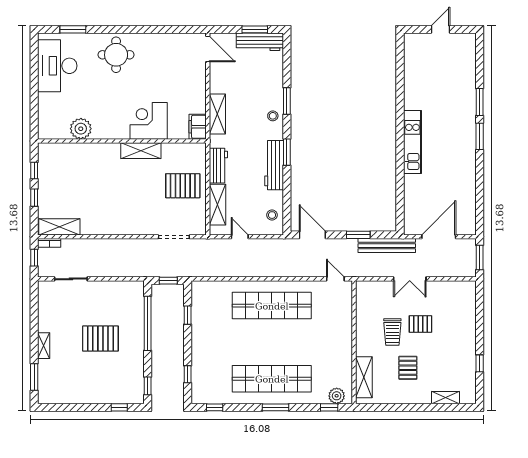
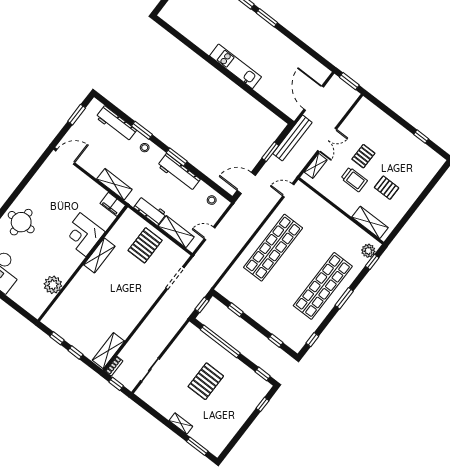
workbench: (260, 42) -> (116, 124), moved, turned 90
shelving: (446, 398) -> (316, 166), moved

